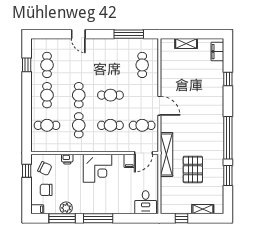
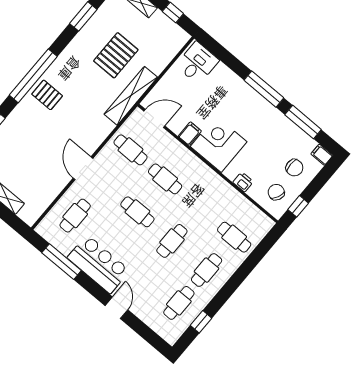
bar counter: (108, 49) -> (99, 264), added
door: (159, 106) -> (83, 168), moved
pallet: (212, 117) -> (47, 95), added
cafe table: (79, 125) -> (200, 208), removed
window: (228, 138) -> (33, 76), moved
filing cabinet: (129, 161) -> (190, 134), moved
plant: (66, 208) -> (289, 130), removed

